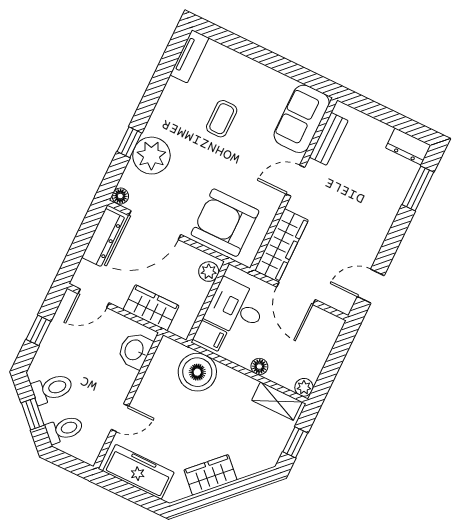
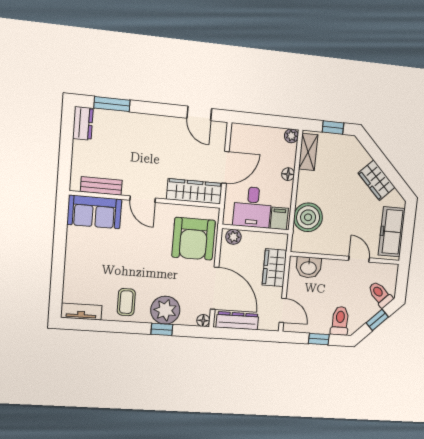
coffee table: (222, 119) -> (126, 302), moved, turned 90
toilet: (52, 389) -> (340, 321), moved, turned 45

